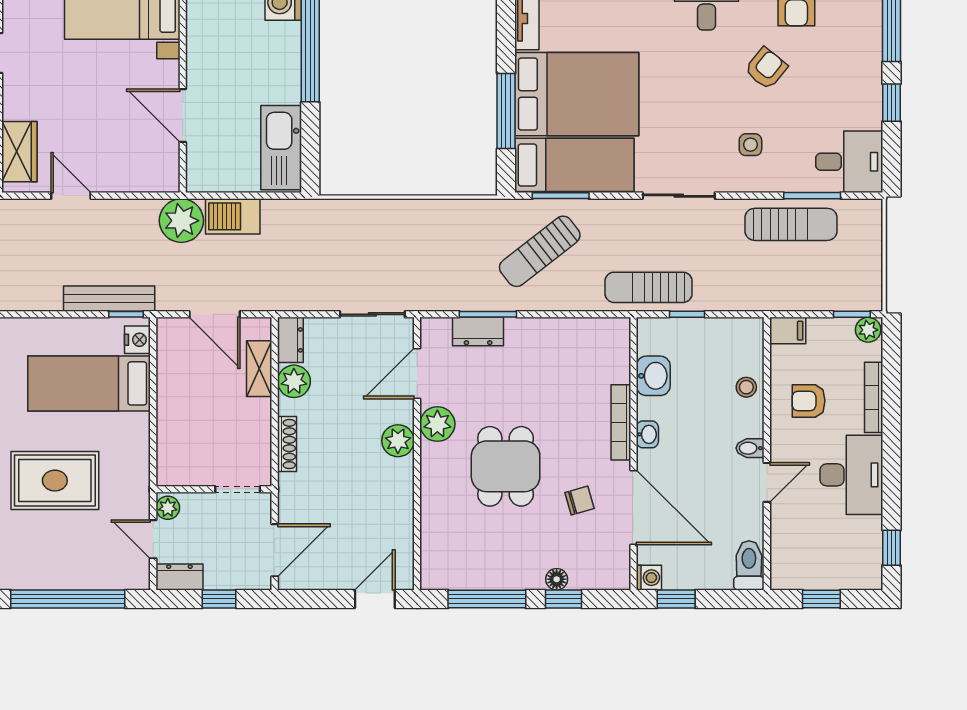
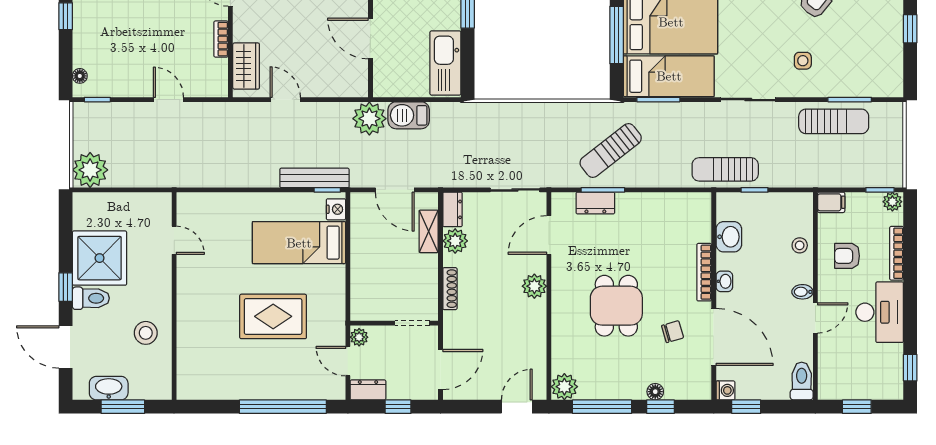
desk: (849, 162) -> (878, 74), removed
sun lounger: (540, 251) -> (611, 150), moved
plant: (437, 424) -> (564, 387), moved

